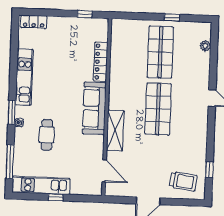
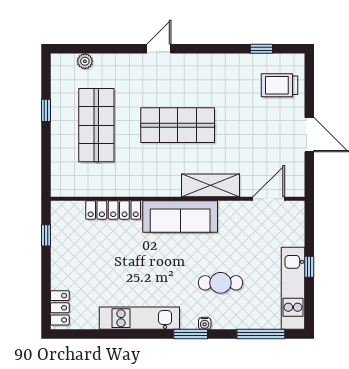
shop shelf: (160, 52) -> (96, 125), turned 90
trolley: (183, 181) -> (279, 85), turned -97

